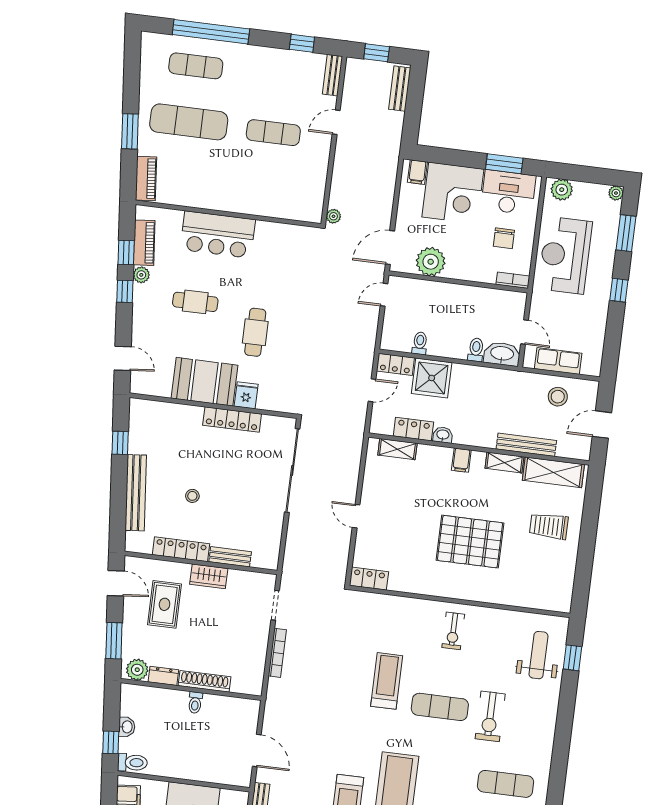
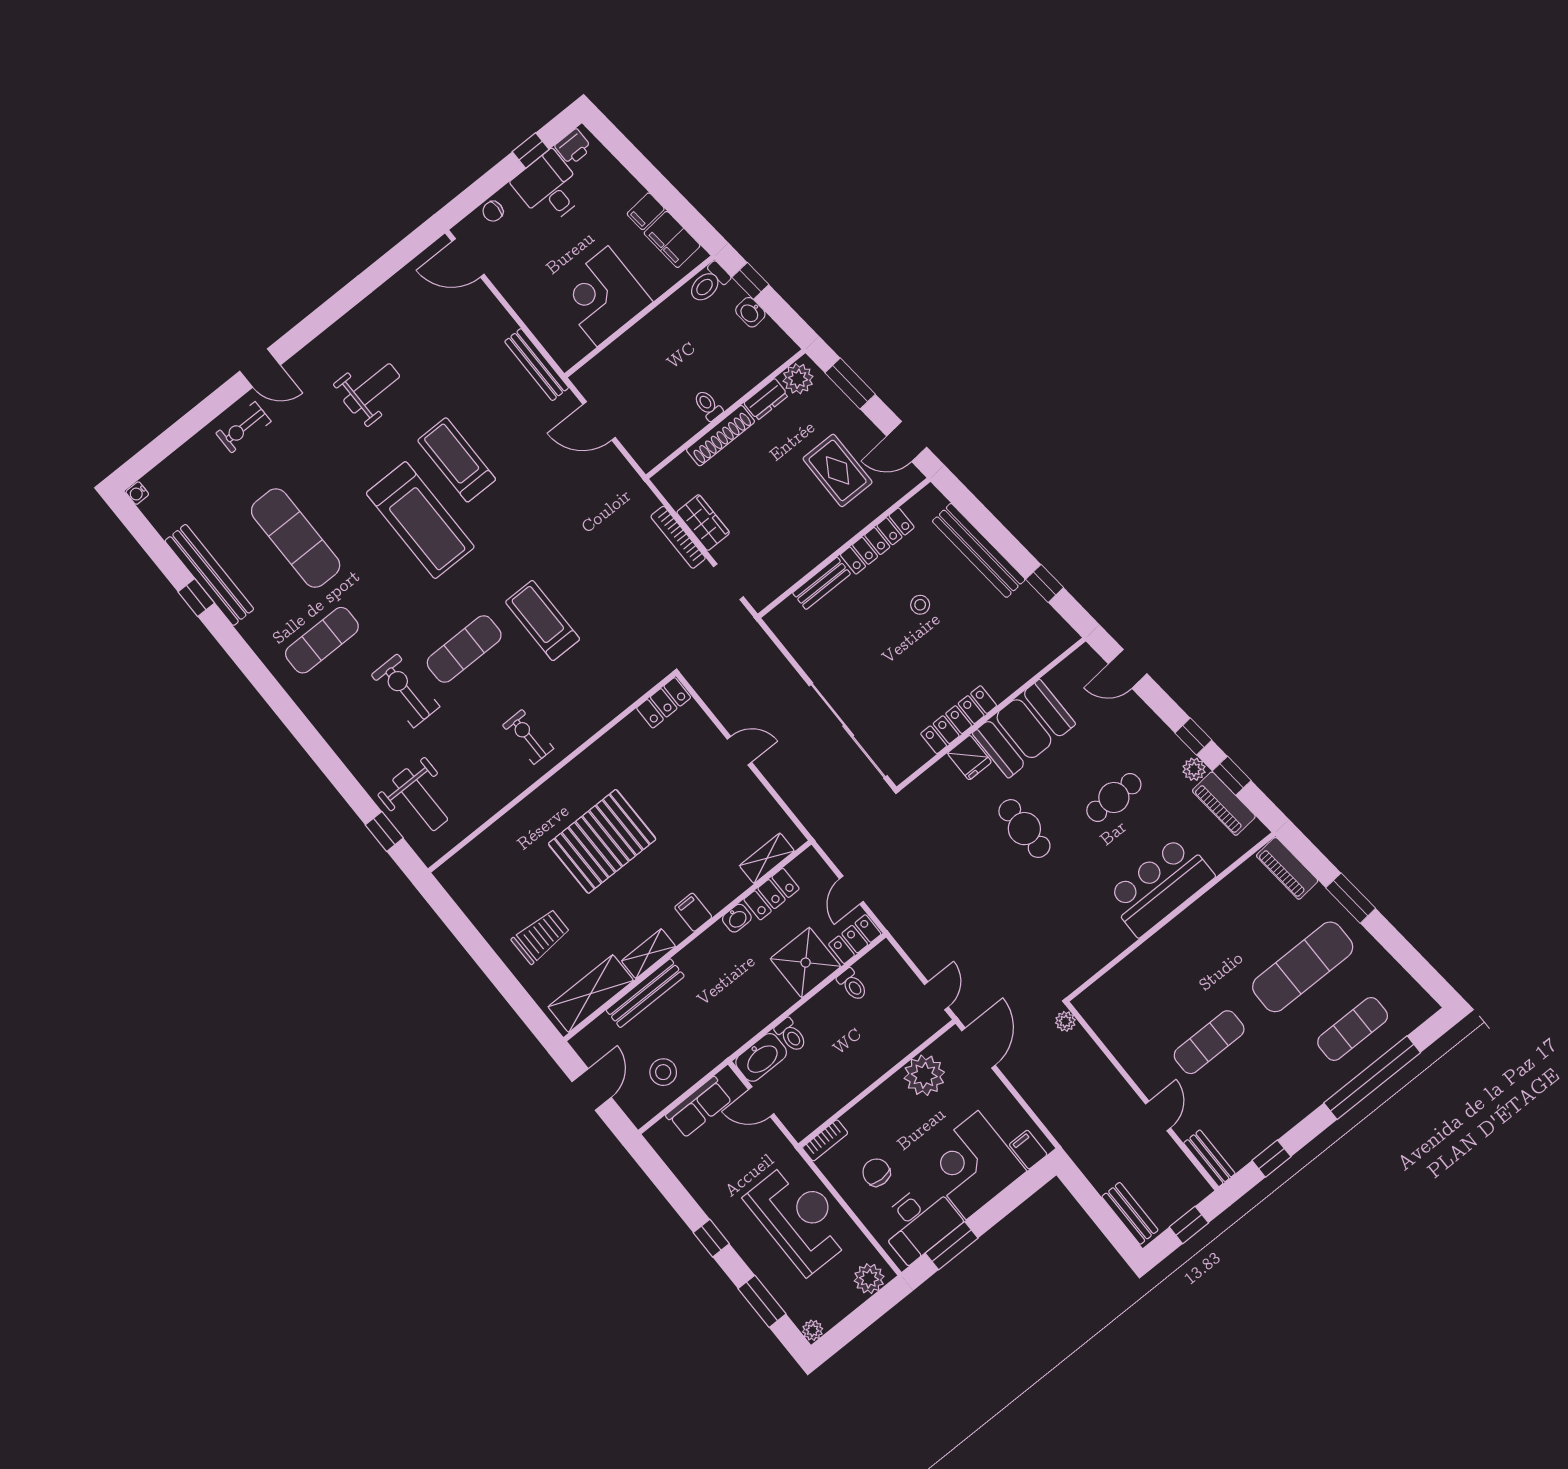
wardrobe: (209, 576) -> (703, 523), moved, turned 90
treadmill: (387, 681) -> (543, 620), turned 180

